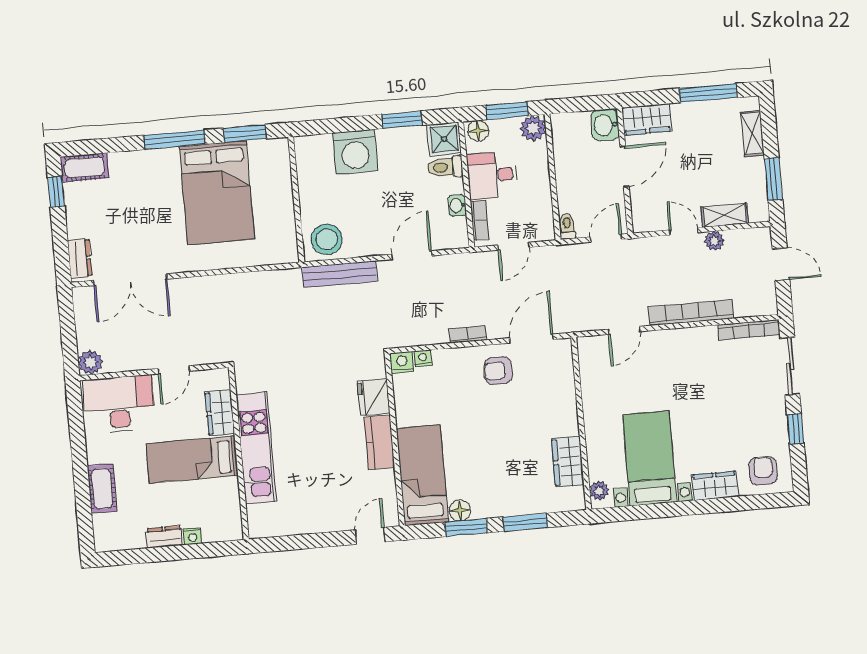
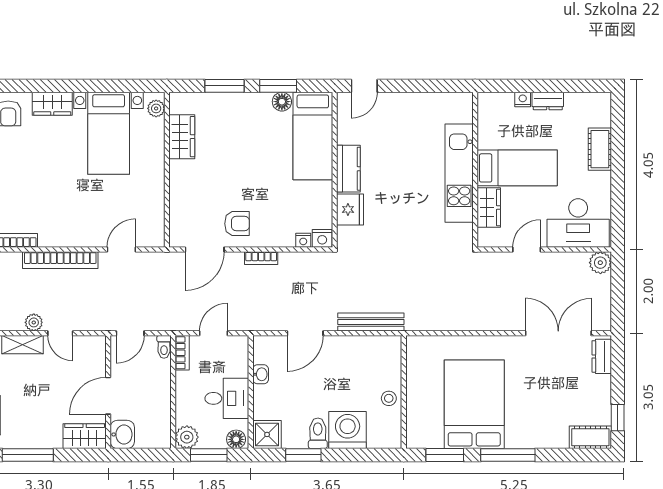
toilet: (445, 167) -> (318, 433), moved, turned -90
bookcase: (480, 220) -> (182, 353), moved, turned 180
stool: (327, 239) -> (389, 398), moved, width x0.53, depth x0.53

